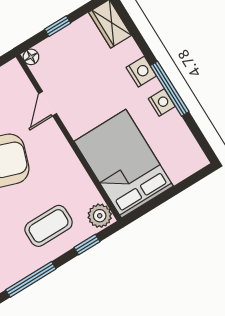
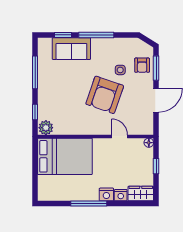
nightstand: (162, 103) -> (121, 195), moved
coffee table: (49, 226) -> (57, 98), removed

